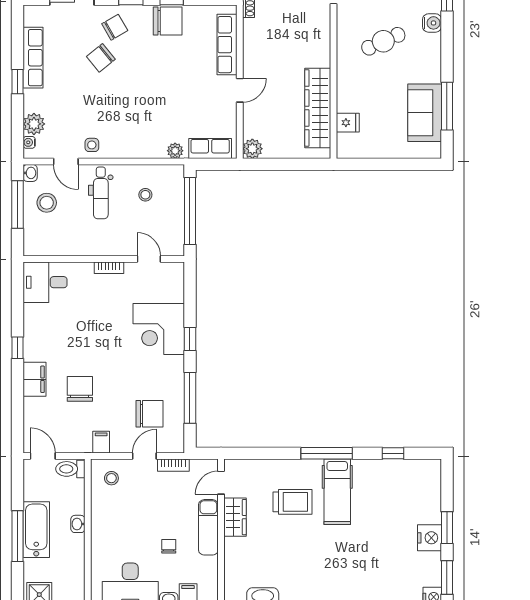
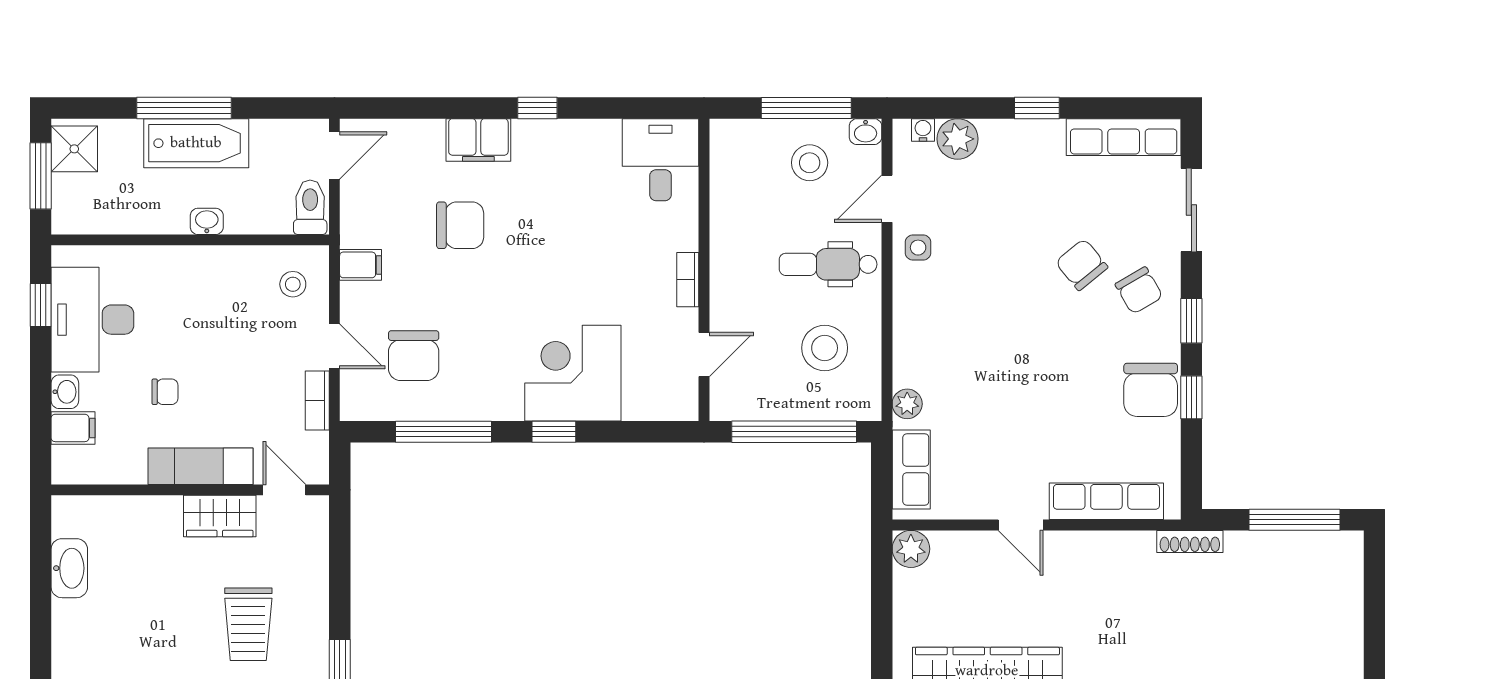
row of seats: (33, 58) -> (1124, 137), moved
stool: (145, 195) -> (825, 348), width x1.89, depth x1.89

